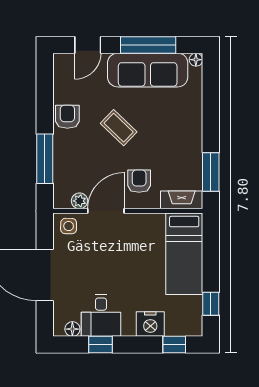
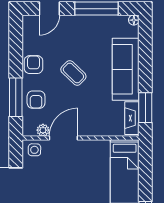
sofa: (148, 70) -> (126, 69), moved, turned 90
armchair: (139, 181) -> (36, 100), moved, turned 180
fireplace: (182, 200) -> (132, 118), moved, turned -90

